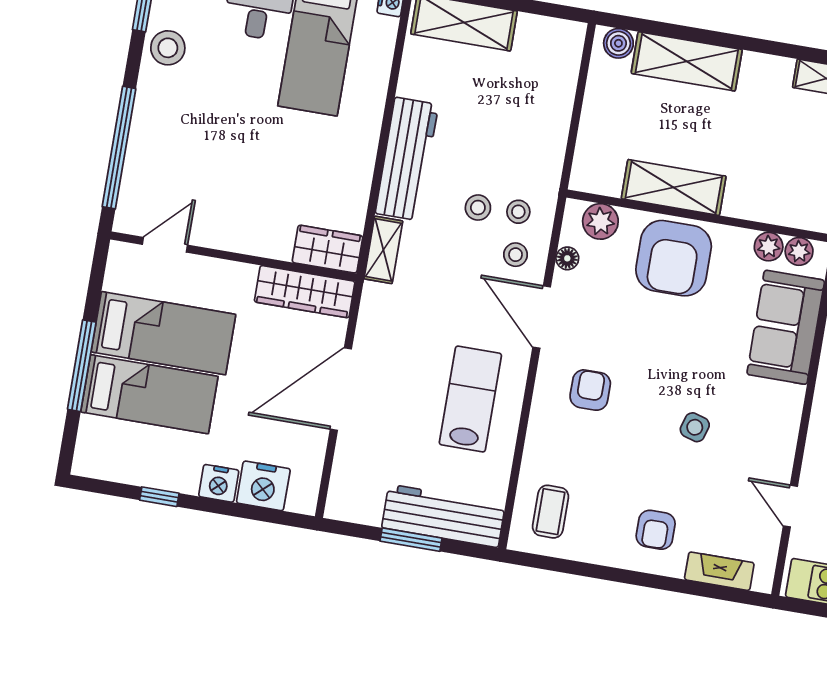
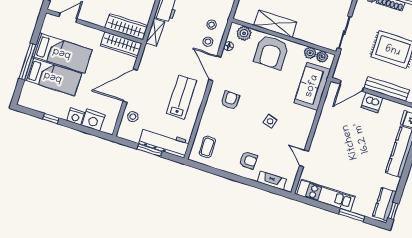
stool: (478, 208) -> (133, 117), moved
wardrobe: (327, 249) -> (126, 27), width x1.50
armchair: (656, 530) -> (248, 160), turned -90

